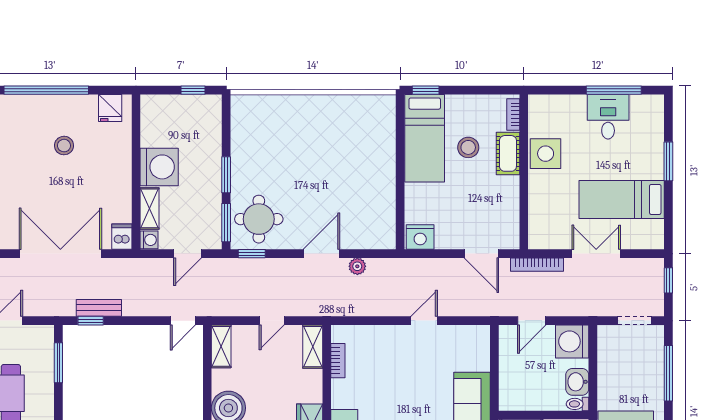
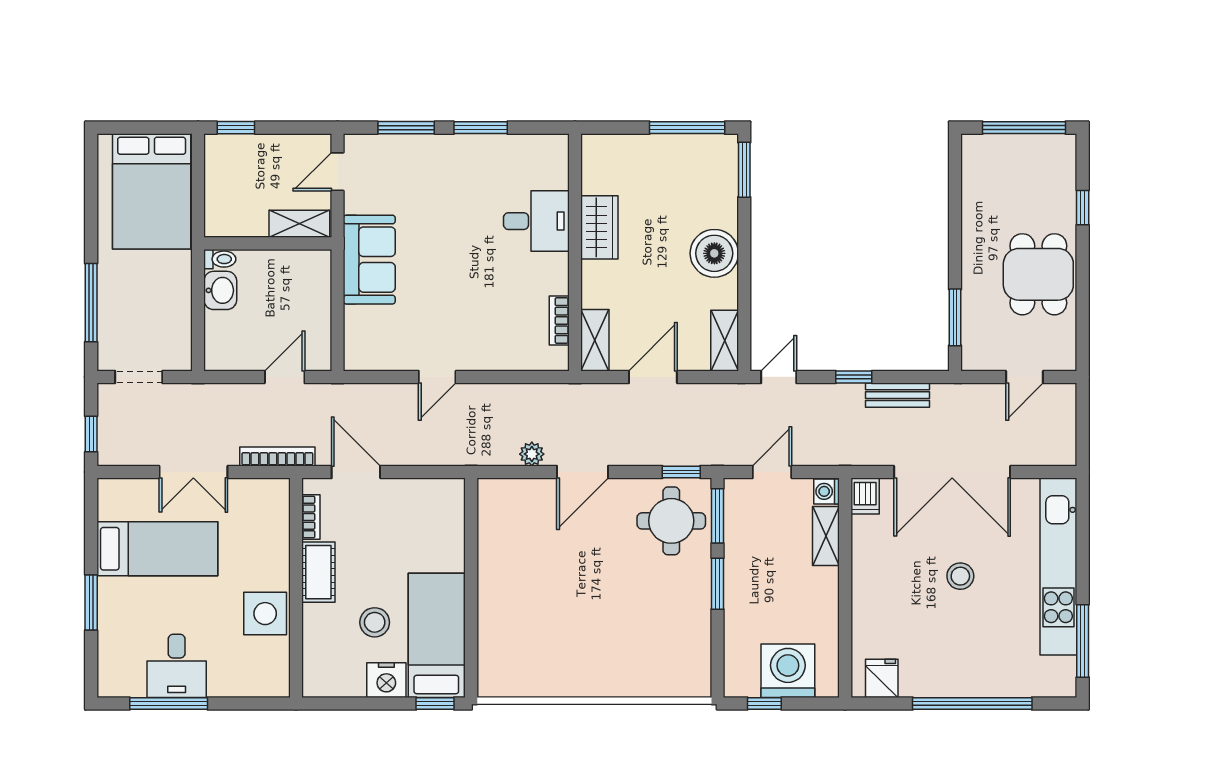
bookcase: (513, 115) -> (311, 517), moved
stool: (64, 146) -> (960, 576), moved
cot: (508, 153) -> (318, 572), moved
washing machine: (159, 167) -> (788, 671), moved, turned 90
nightstand: (420, 237) -> (386, 680), moved, turned 180
window: (91, 321) -> (854, 377), moved
door: (272, 321) -> (653, 377), width x1.38
washing machine: (572, 341) -> (227, 348), removed

